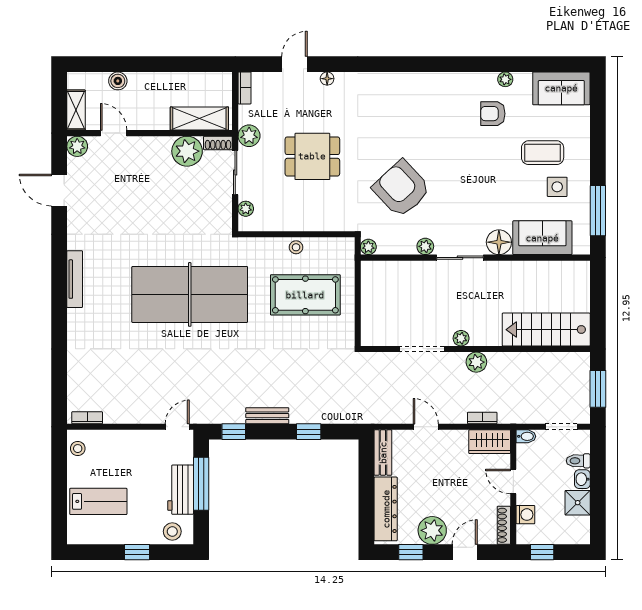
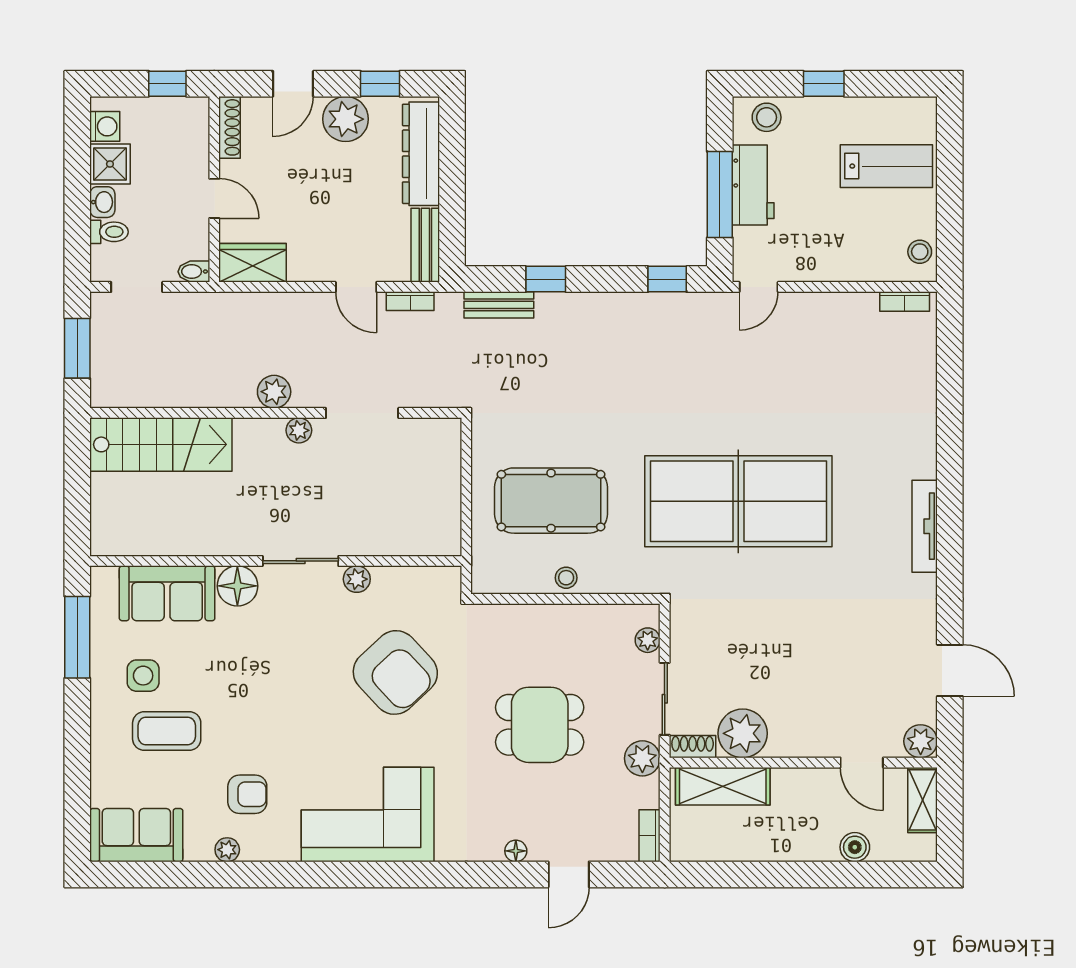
corner sofa: (419, 101) -> (368, 815), added
plant: (368, 247) -> (449, 578), removed
bench: (267, 416) -> (499, 305), moved
bookcase: (482, 418) -> (410, 301), moved
lab bench: (98, 501) -> (886, 166), turned 180
washing machine: (525, 515) -> (105, 126), moved, turned 180

